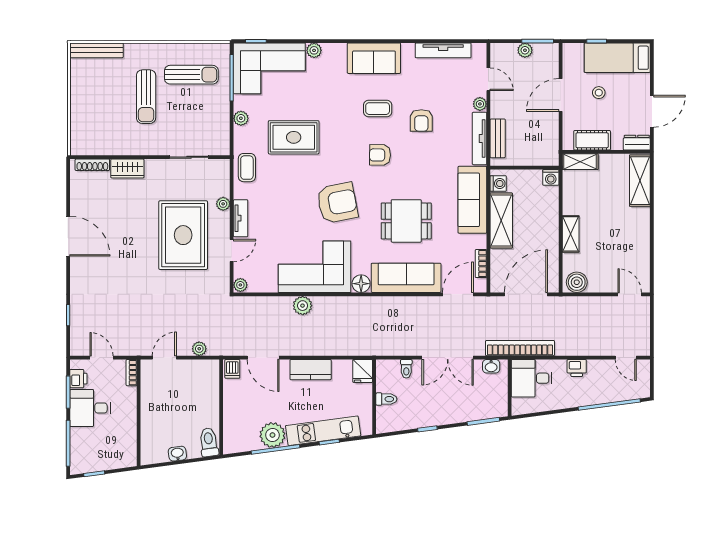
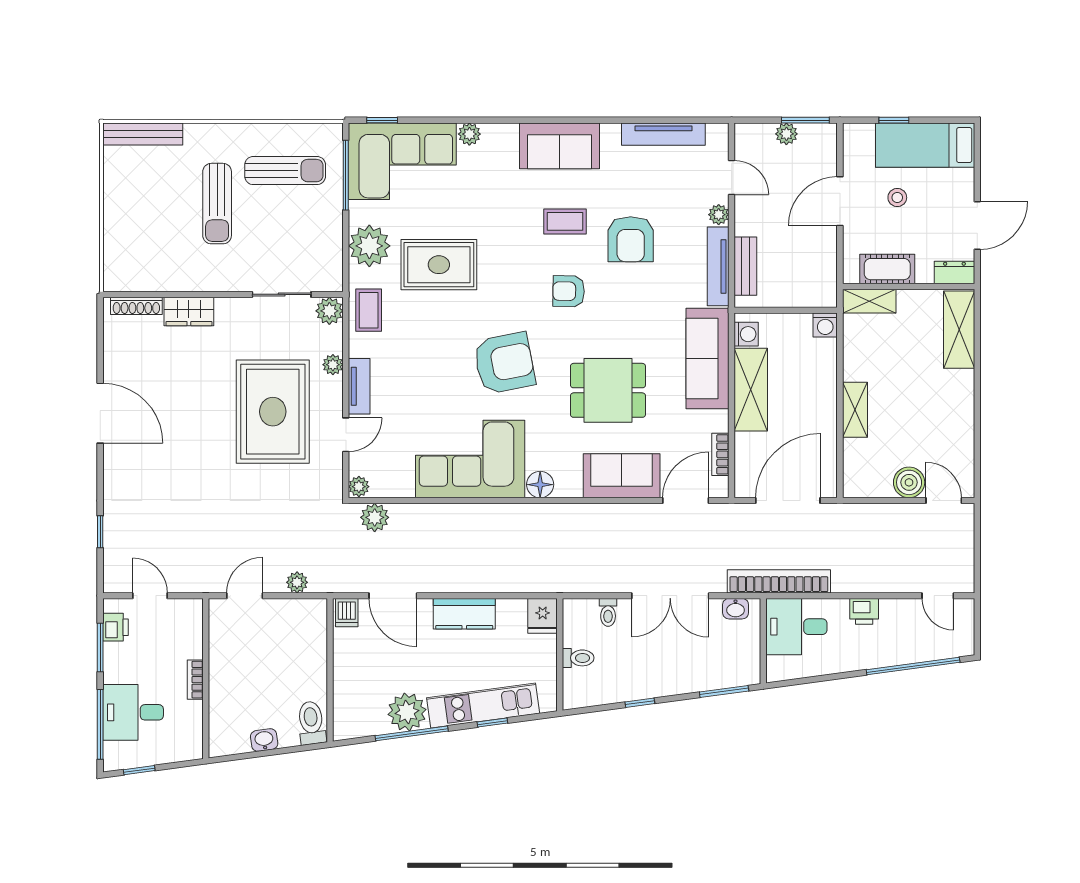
plant: (241, 118) -> (369, 246), width x1.88, depth x1.88
armchair: (421, 120) -> (631, 239), width x1.38, depth x1.38
plant: (221, 168) -> (329, 311), added
sofa: (406, 278) -> (622, 476), width x0.73
boiler: (577, 282) -> (909, 482), moved
plant: (303, 306) -> (375, 517), moved
bookcase: (131, 373) -> (195, 680), moved
desk: (90, 408) -> (133, 712), moved

